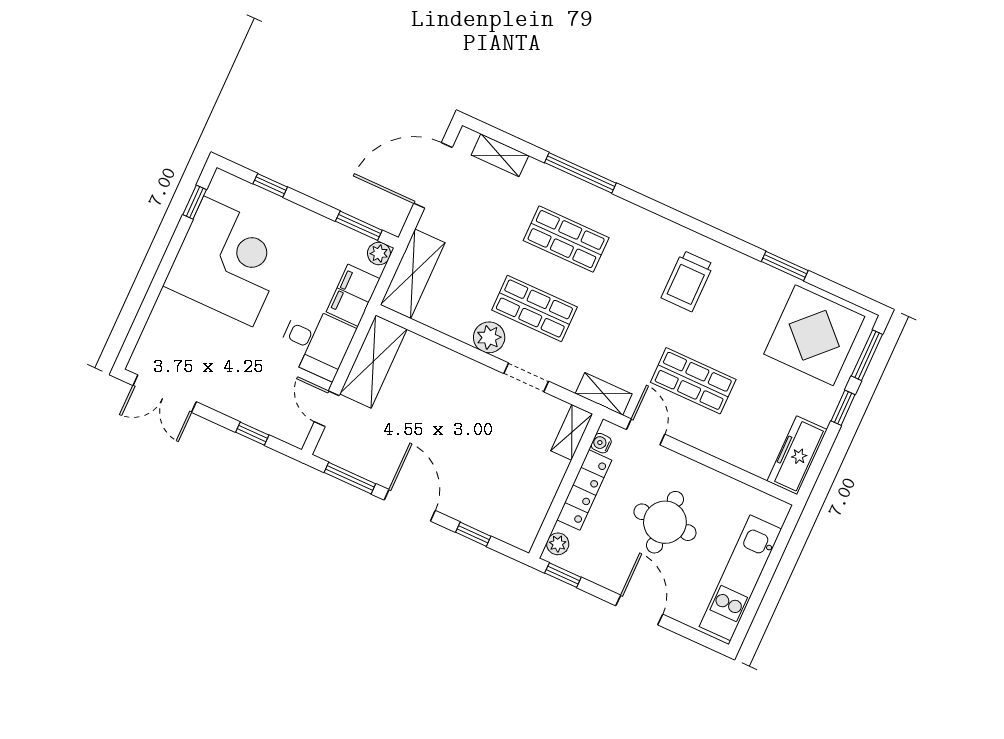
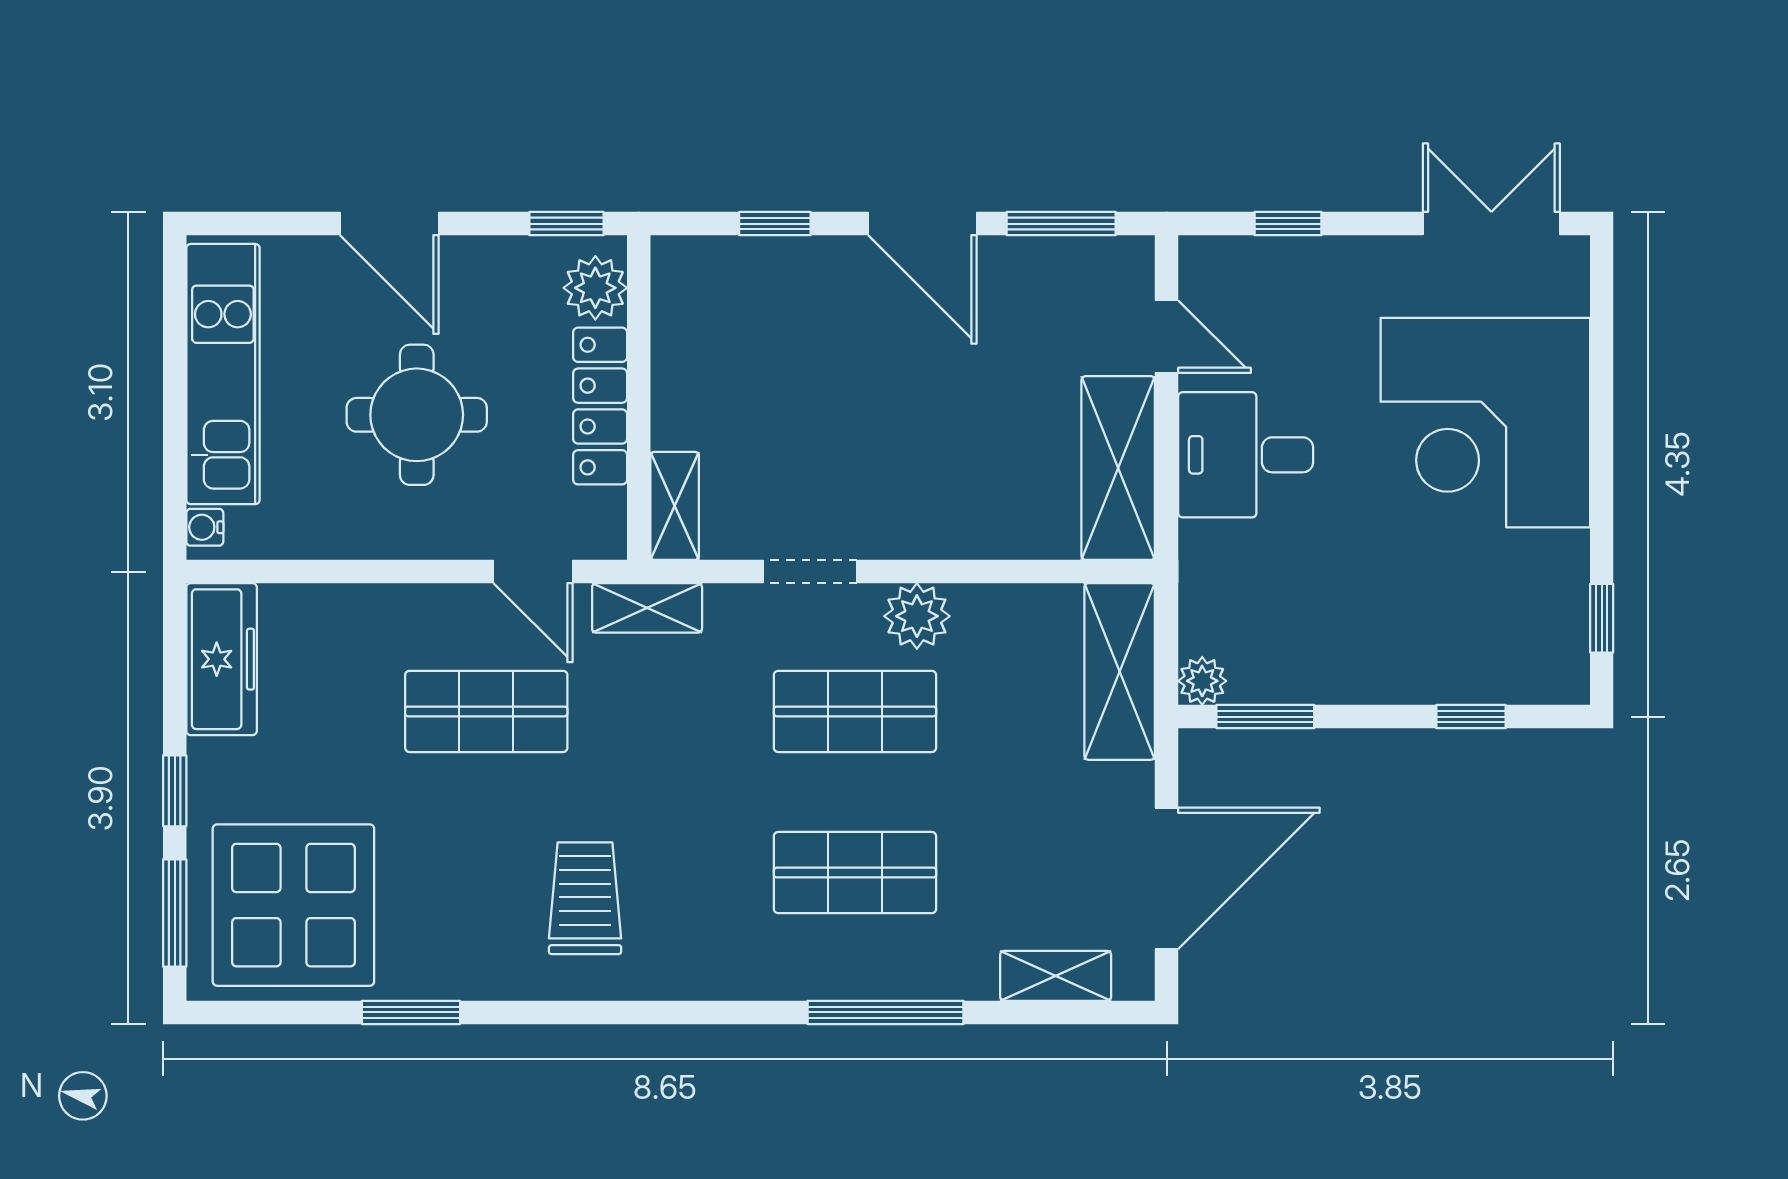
corner desk: (228, 261) -> (1485, 423), moved
filing cabinet: (353, 295) -> (1215, 578), removed
water cooler: (601, 443) -> (205, 527), moved, turned 180
plant: (558, 544) -> (595, 288), width x1.38, depth x1.38

